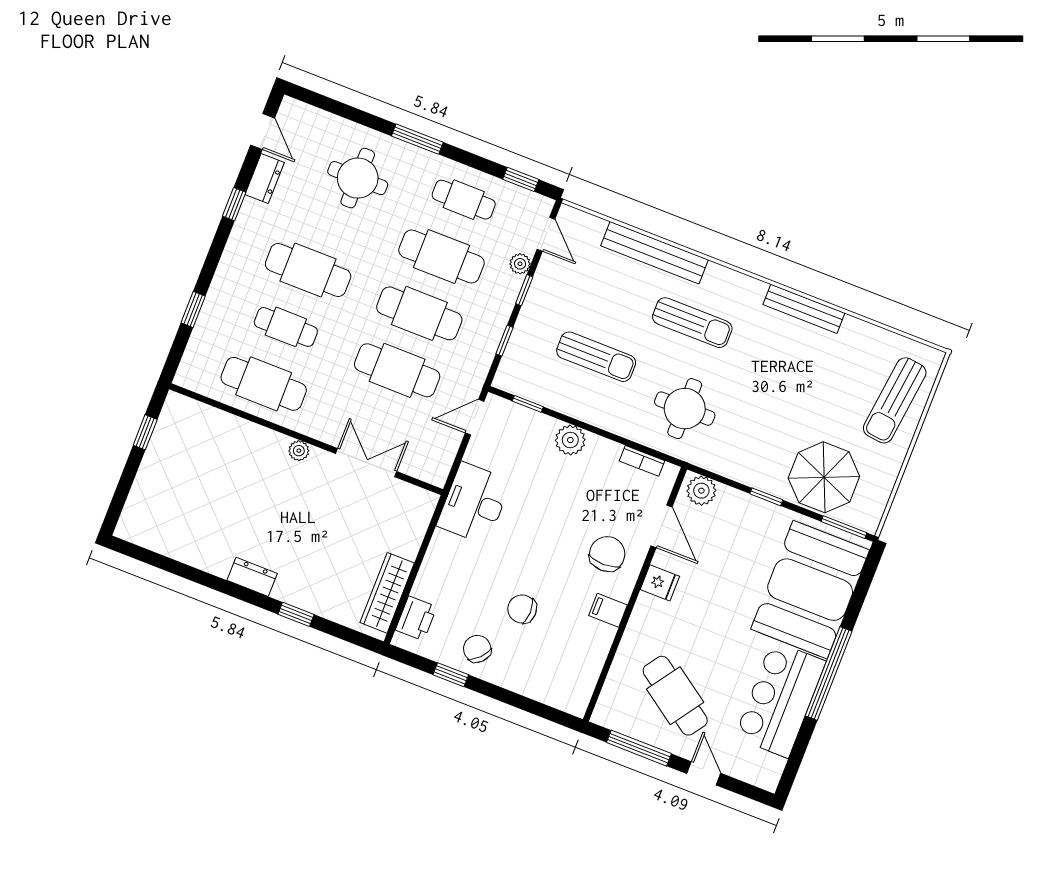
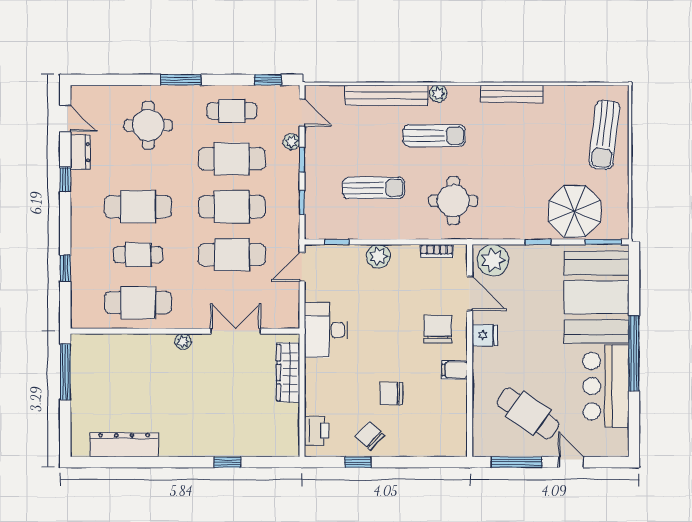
plant: (717, 275) -> (438, 94), added
window: (145, 432) -> (65, 372), width x2.17
plant: (701, 491) -> (493, 260), width x1.36, depth x1.36
dresser: (252, 577) -> (124, 445), moved, width x1.96, depth x1.24
wardrobe: (387, 593) -> (288, 372), moved

